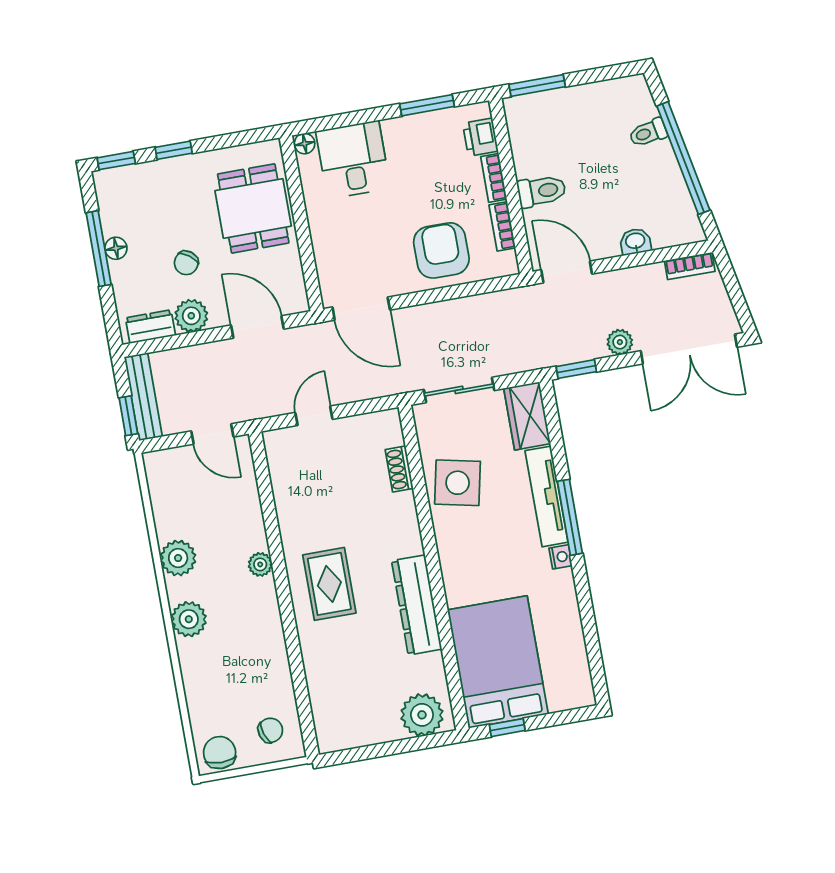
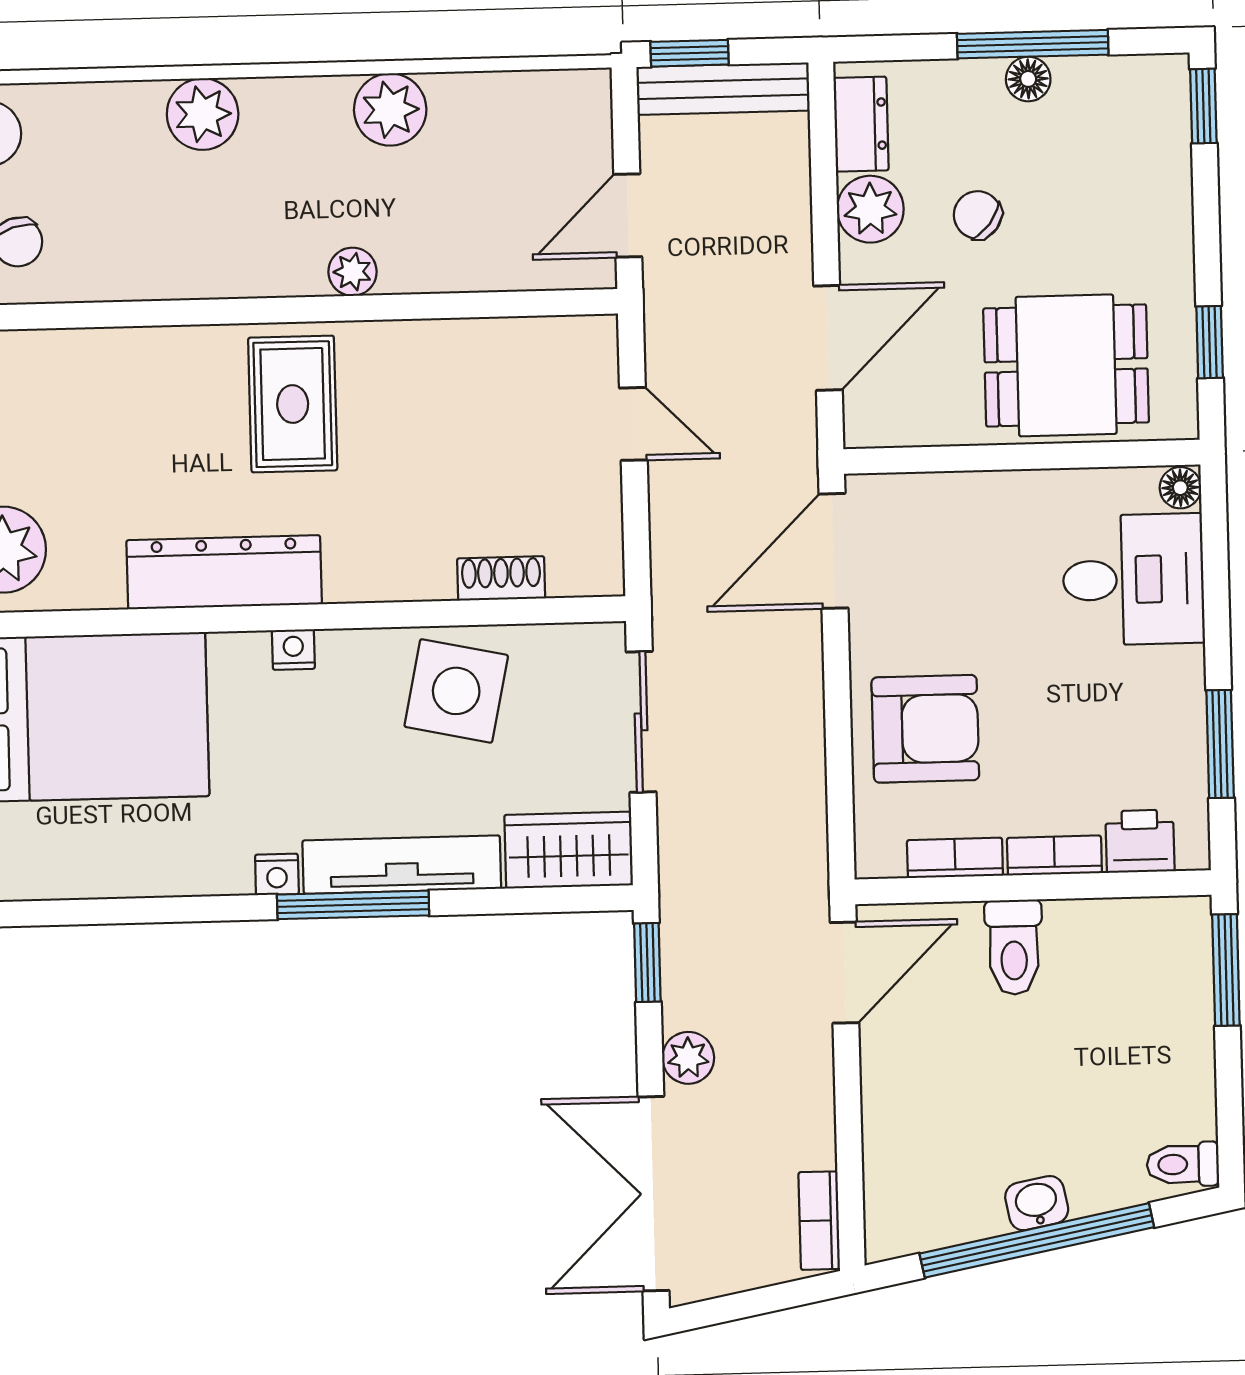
toilet: (648, 133) -> (1183, 1164), moved, turned -79
window: (174, 150) -> (1210, 342), moved
washbasin: (635, 241) -> (1037, 1203), moved, turned -101
nightstand: (449, 565) -> (293, 650), added
rug: (329, 584) -> (293, 404), turned 90
plant: (189, 619) -> (203, 114), moved

